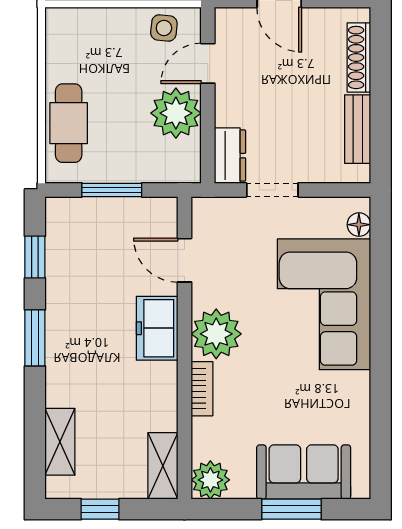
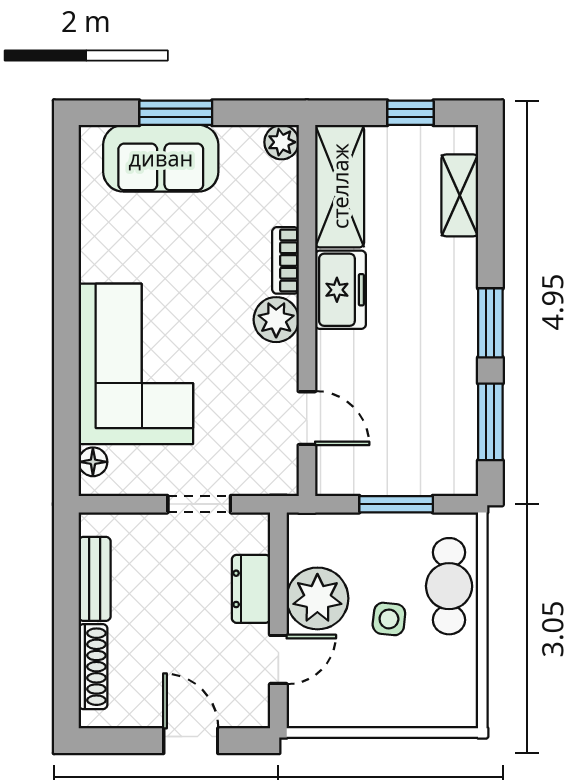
side table: (164, 28) -> (389, 619), moved
dresser: (230, 156) -> (251, 589), moved
window: (35, 257) -> (490, 422), width x1.50
freezer: (157, 328) -> (341, 290), moved
plant: (216, 334) -> (276, 320), width x0.73, depth x0.73
shelving: (163, 466) -> (340, 186), width x1.50, depth x1.33
plant: (210, 480) -> (282, 142), width x0.73, depth x0.73

